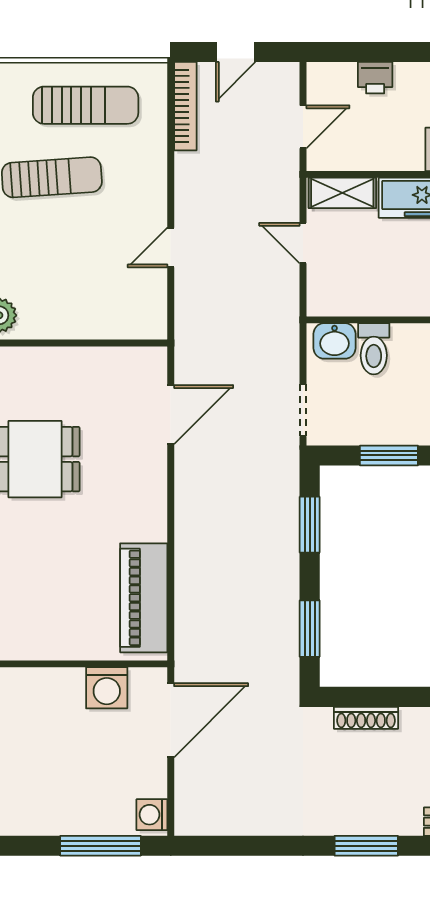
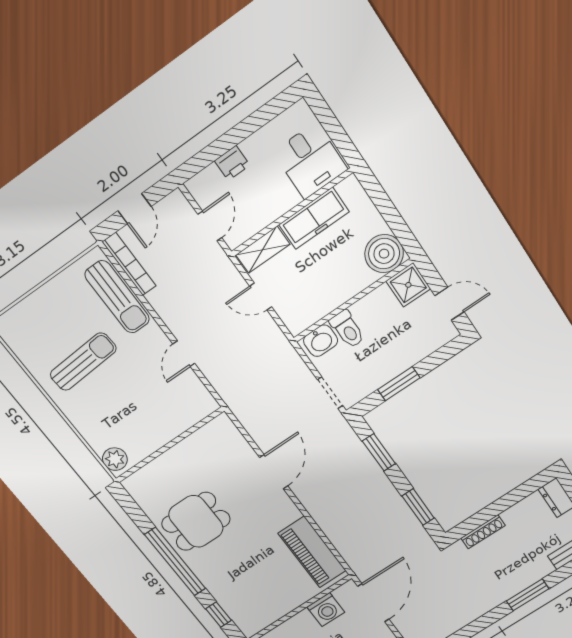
sun lounger: (86, 105) -> (117, 297), moved, turned 90
door: (171, 415) -> (274, 472), moved

